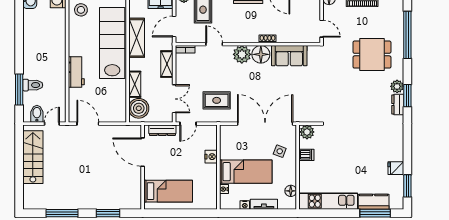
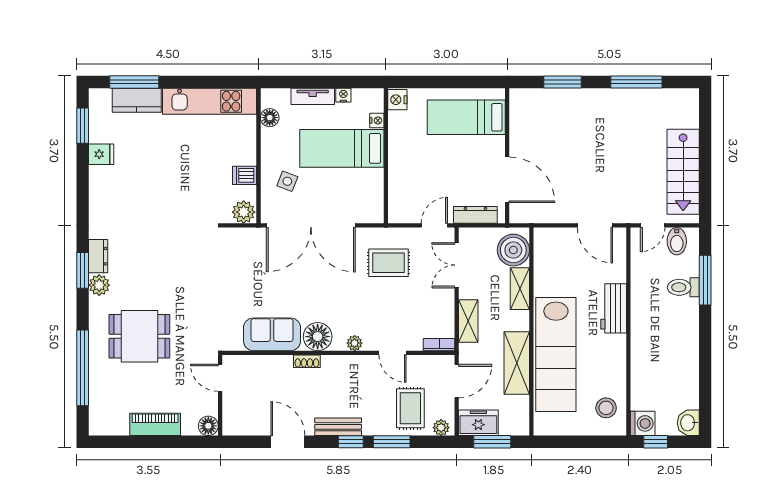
plant: (242, 54) -> (355, 343), width x0.53, depth x0.53
nightstand: (211, 157) -> (397, 100), moved

